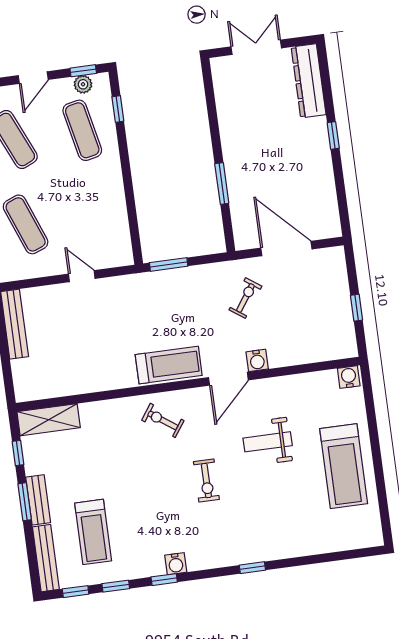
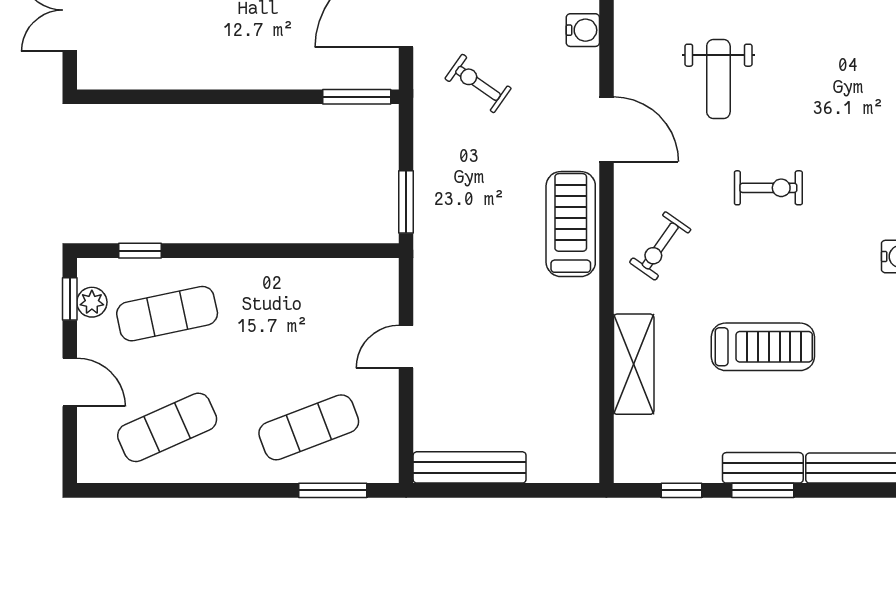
window: (222, 184) -> (357, 97), moved
water cooler: (257, 360) -> (583, 30), moved
shelving: (49, 420) -> (634, 364), moved
treadmill: (93, 532) -> (763, 347), moved

